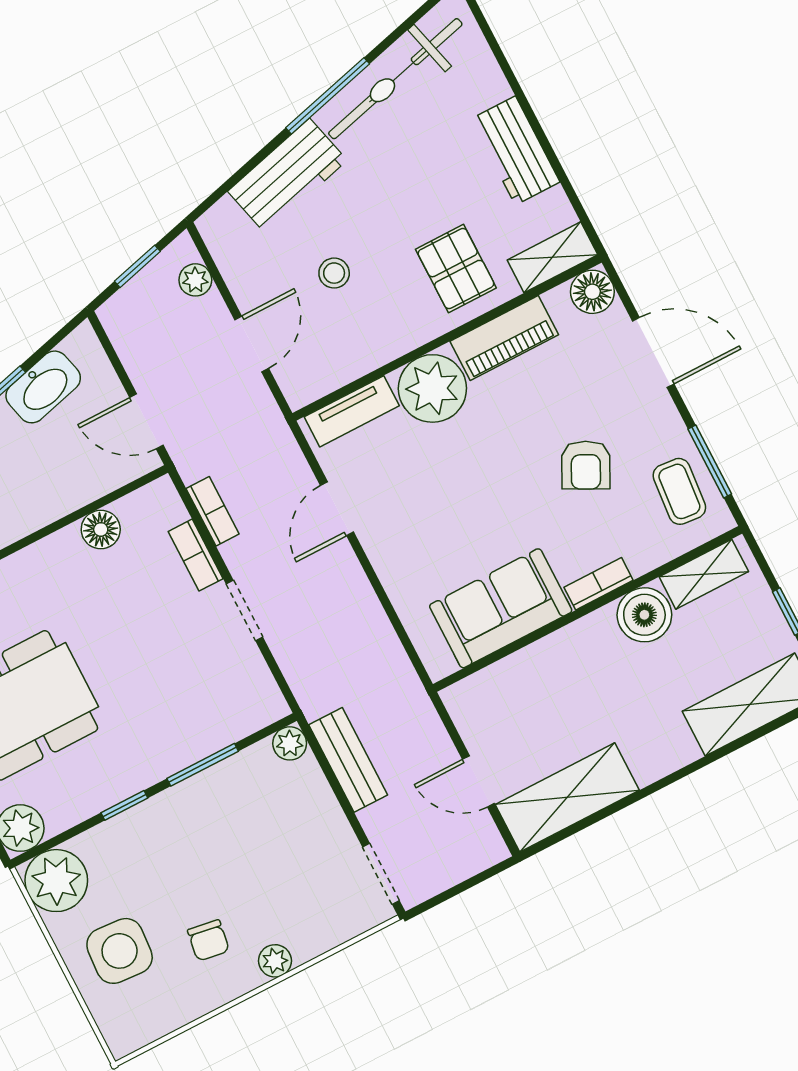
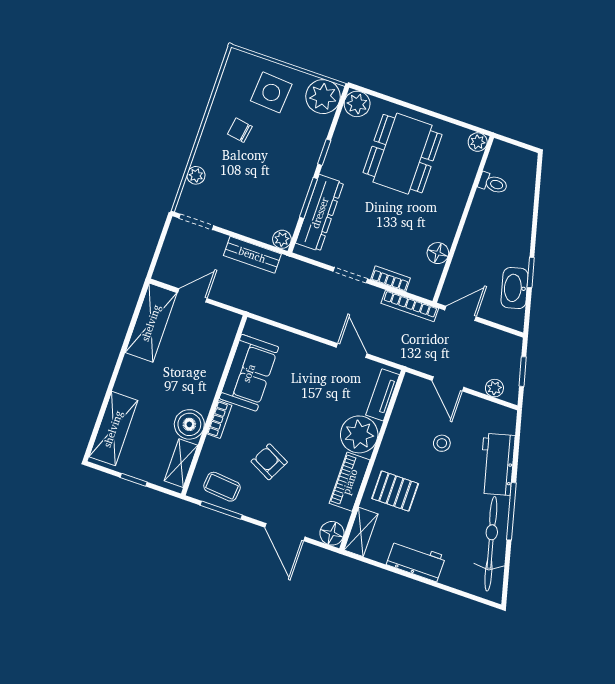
door: (653, 352) -> (285, 532), hinge flipped
bookcase: (213, 511) -> (410, 306), width x1.56
dresser: (207, 731) -> (320, 213), added
plant: (275, 961) -> (196, 175), moved

